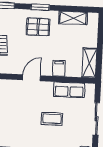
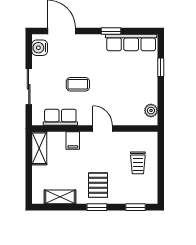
pallet: (38, 27) -> (98, 185), turned 90
door: (32, 78) -> (103, 129), swing flipped

